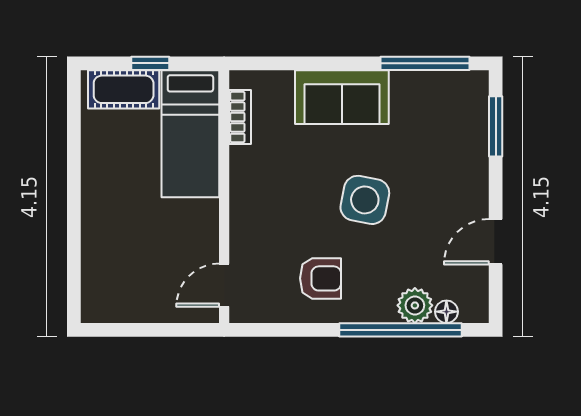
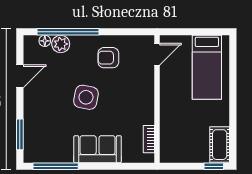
window: (150, 63) -> (214, 166), moved
cot: (124, 89) -> (220, 145), moved, turned 90
bed: (190, 134) -> (207, 67), moved, turned 180

